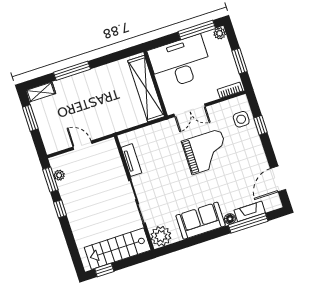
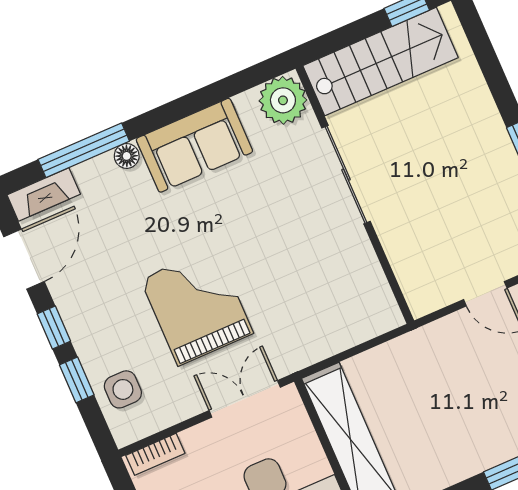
window: (268, 149) -> (54, 328), added
grand piano: (206, 152) -> (197, 306), turned 90
tv unit: (131, 160) -> (368, 270), removed
fireplace: (250, 211) -> (44, 194), moved

